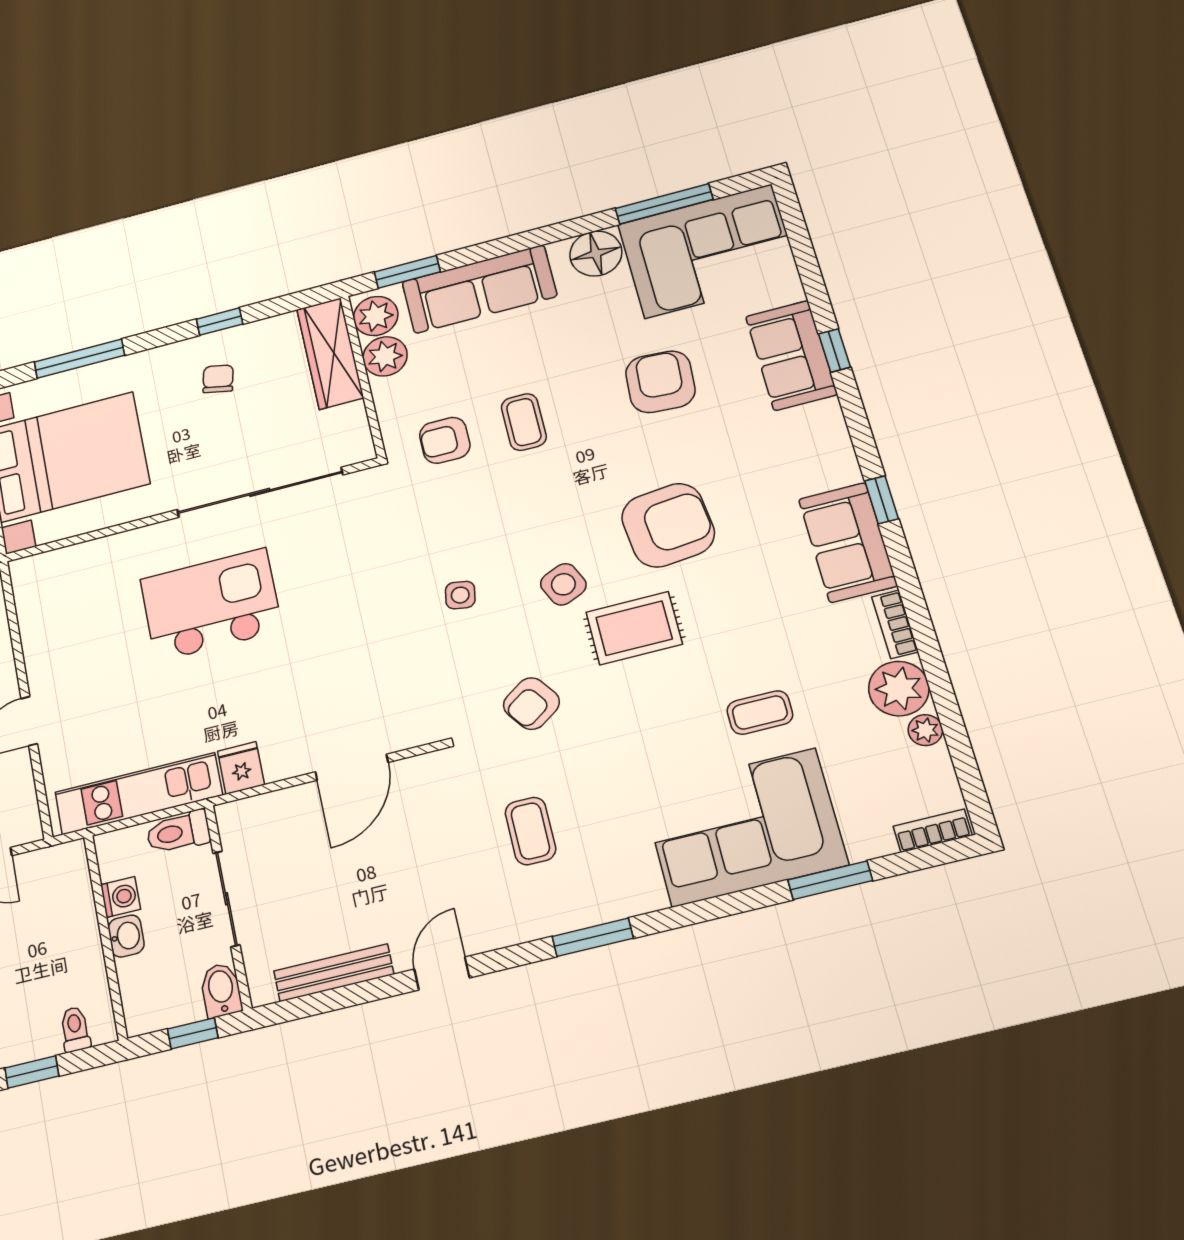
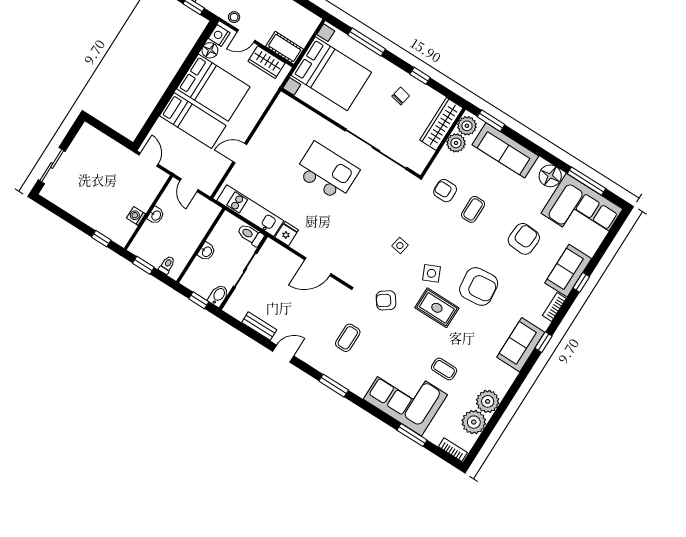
bookcase: (895, 624) -> (554, 307), moved
plant: (925, 730) -> (474, 422), width x1.87, depth x1.87
washing machine: (121, 897) -> (216, 238), removed
bench: (334, 973) -> (259, 326), width x0.73

